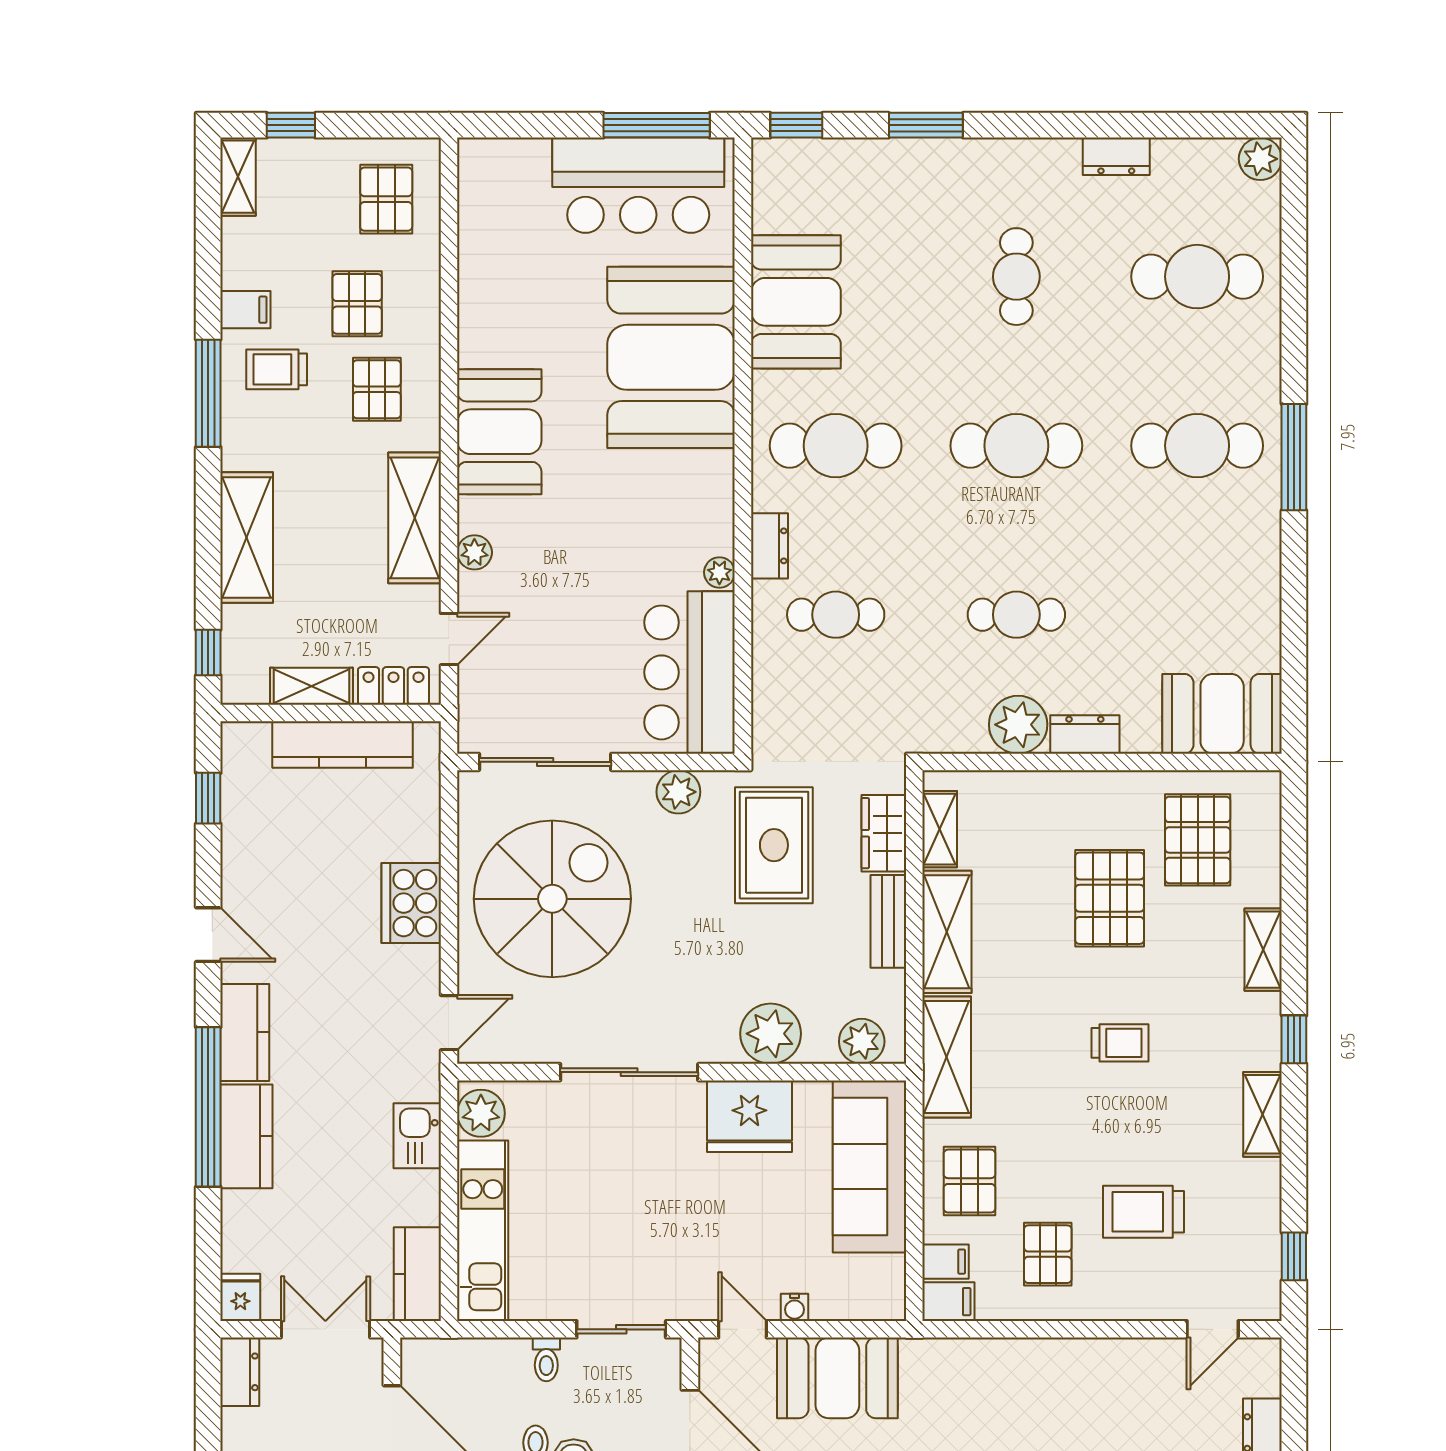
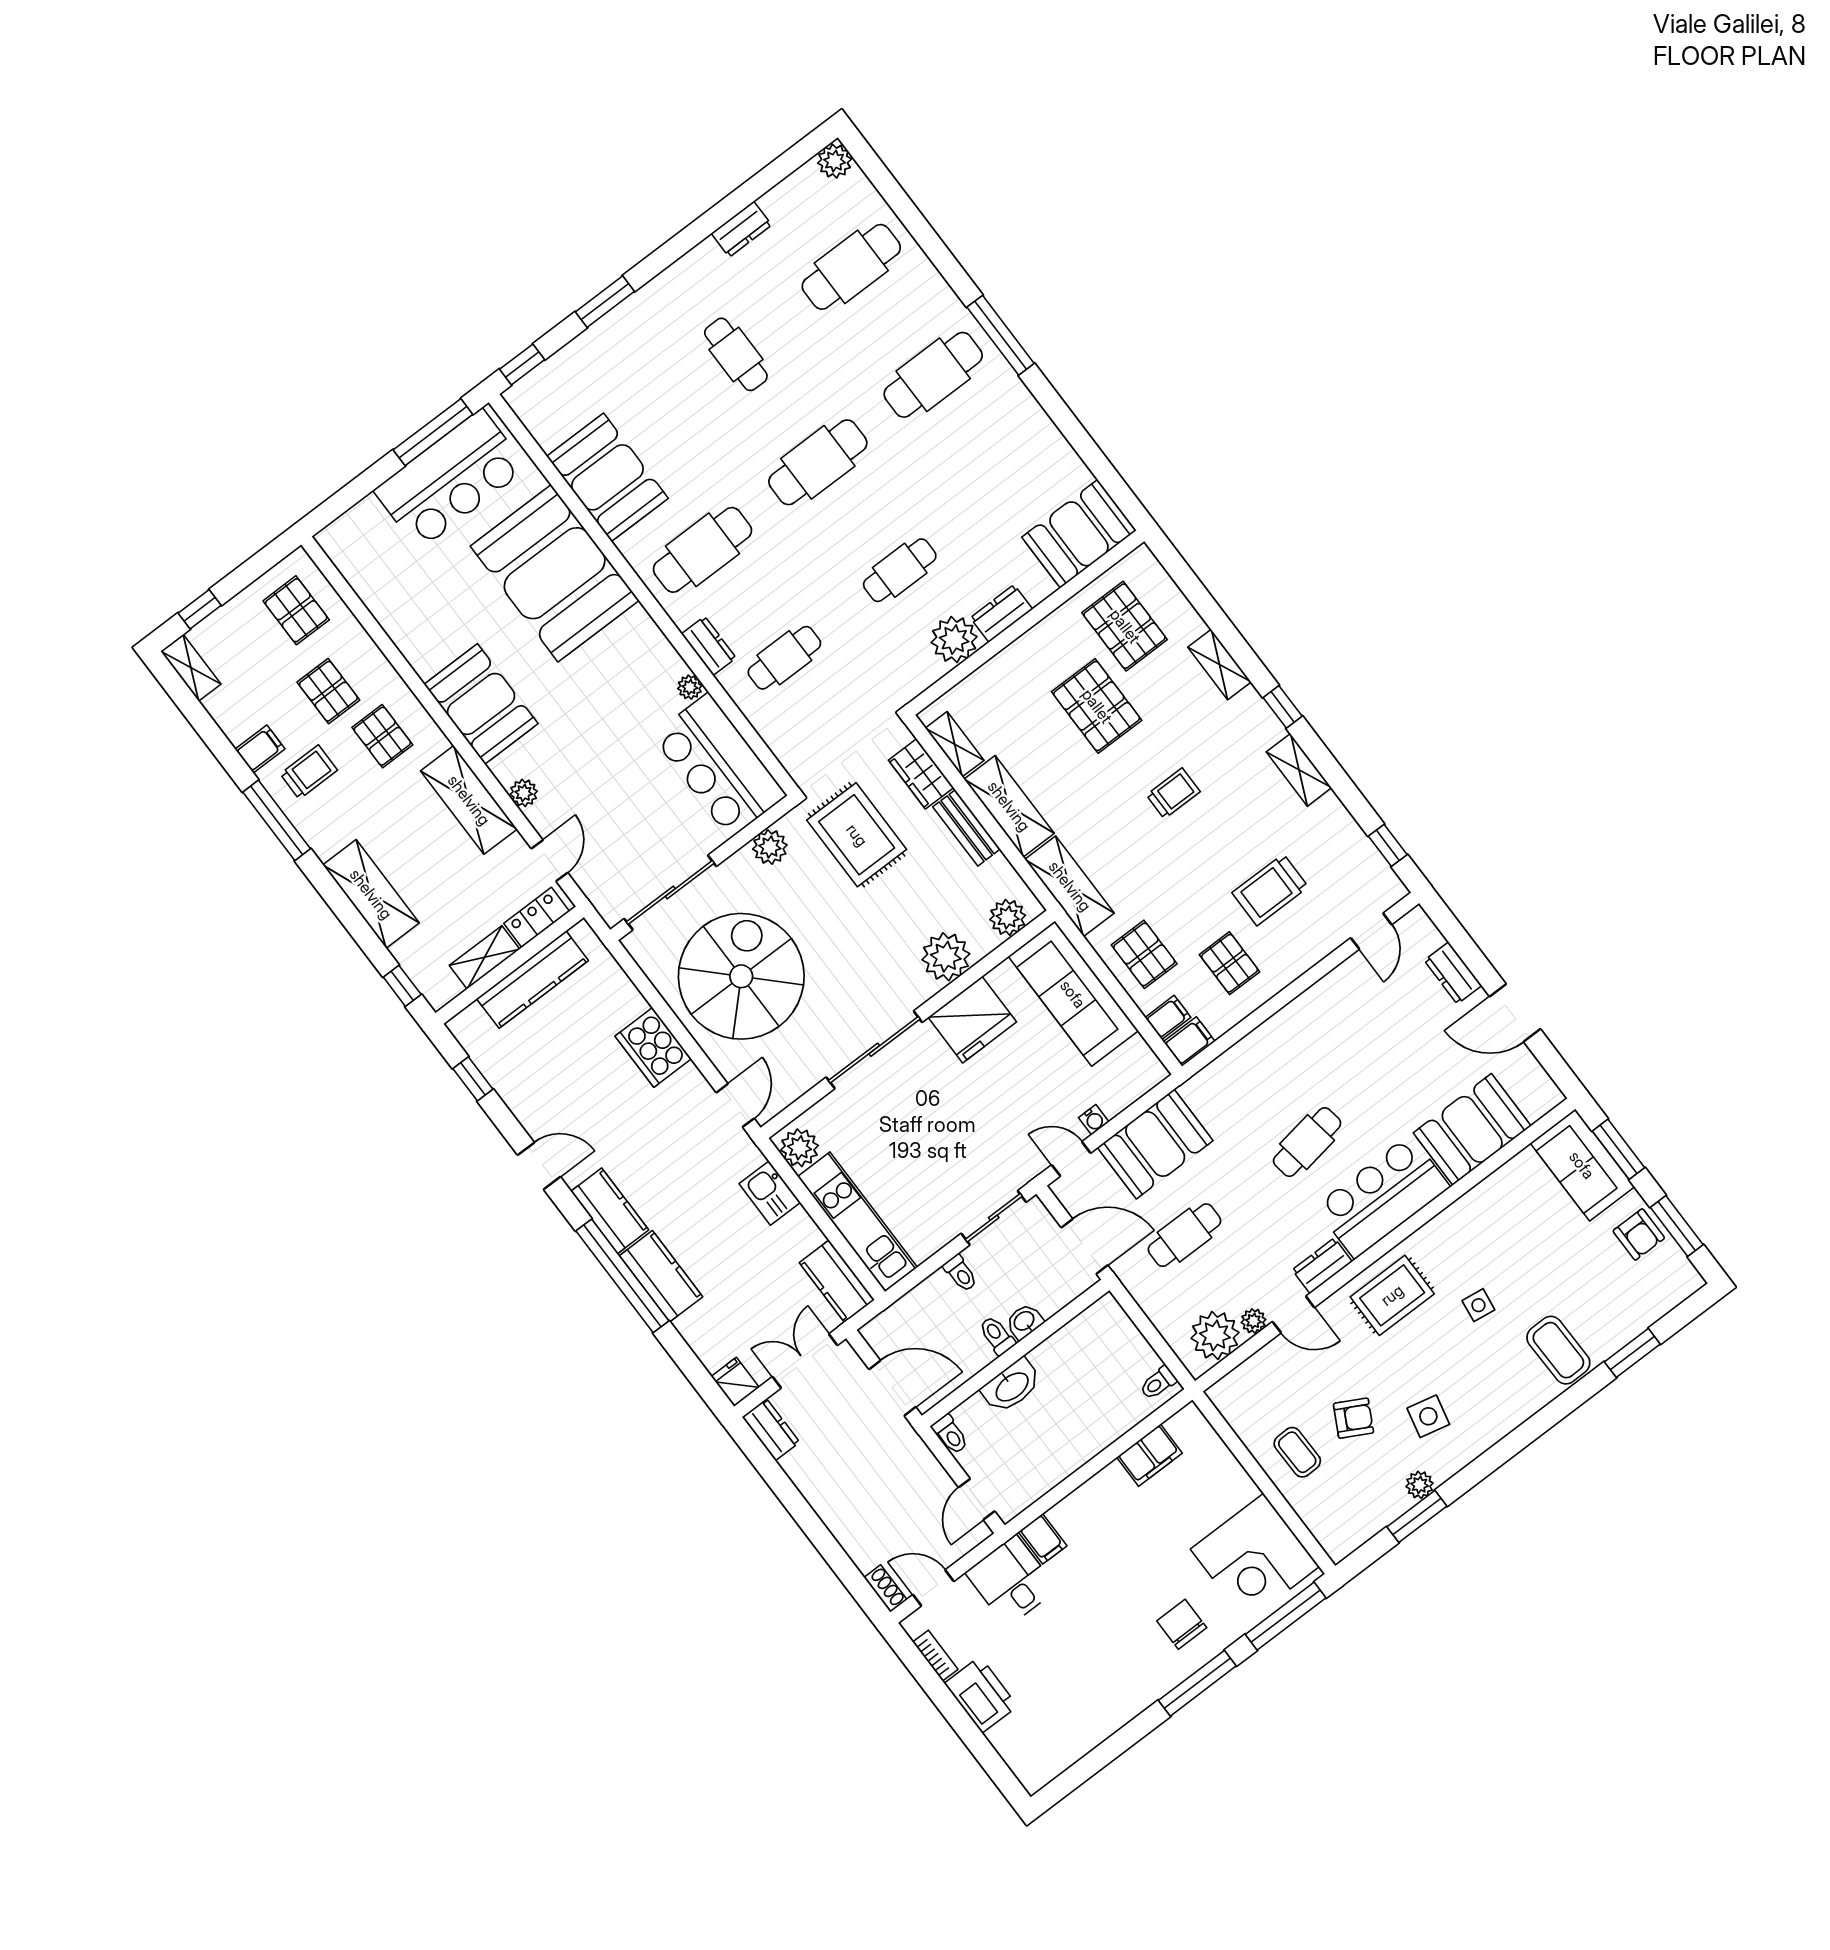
trolley: (277, 369) -> (309, 772), turned 180

